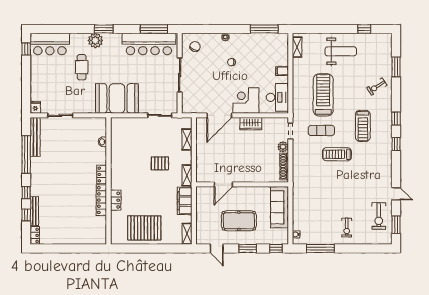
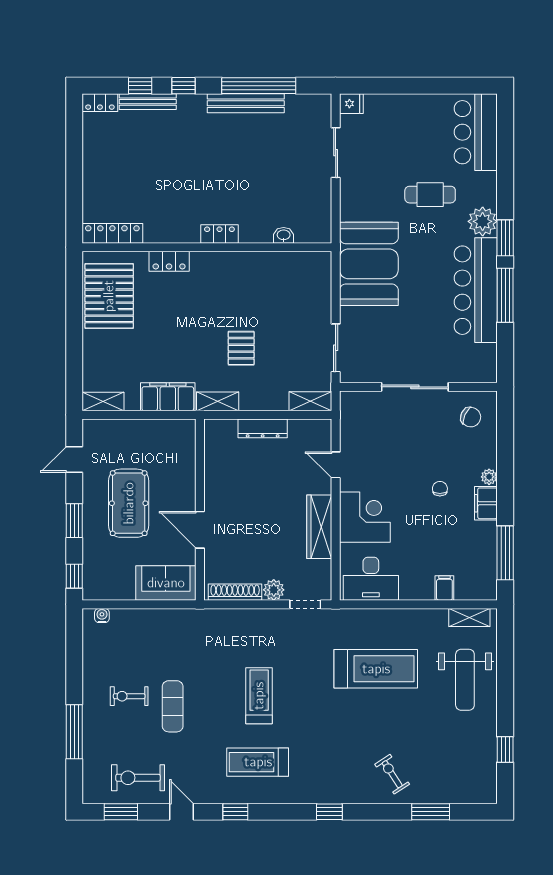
window: (154, 29) -> (505, 295), moved
filing cabinet: (239, 39) -> (486, 503), added
bar counter: (149, 44) -> (476, 290), moved
window: (26, 49) -> (466, 86), removed
weight bench: (341, 51) -> (465, 680), moved
filing cabinet: (282, 71) -> (444, 588), moved
door: (219, 115) -> (336, 465), width x0.53
wardrobe: (251, 124) -> (319, 527), width x1.50
treadmill: (363, 126) -> (258, 762), moved
exercise mat: (321, 130) -> (173, 706), moved
bench: (35, 137) -> (246, 103), moved
shelving: (187, 140) -> (310, 401), moved
window: (396, 144) -> (235, 812), moved
dresser: (201, 152) -> (263, 428), added
door: (223, 184) -> (200, 530), moved
door: (396, 194) -> (182, 812), swing flipped
locker: (101, 200) -> (112, 233), moved
sofa: (279, 207) -> (166, 583), width x0.73
pallet: (144, 228) -> (109, 296), moved
exercise bike: (347, 228) -> (129, 696), moved
window: (320, 248) -> (74, 732), moved

